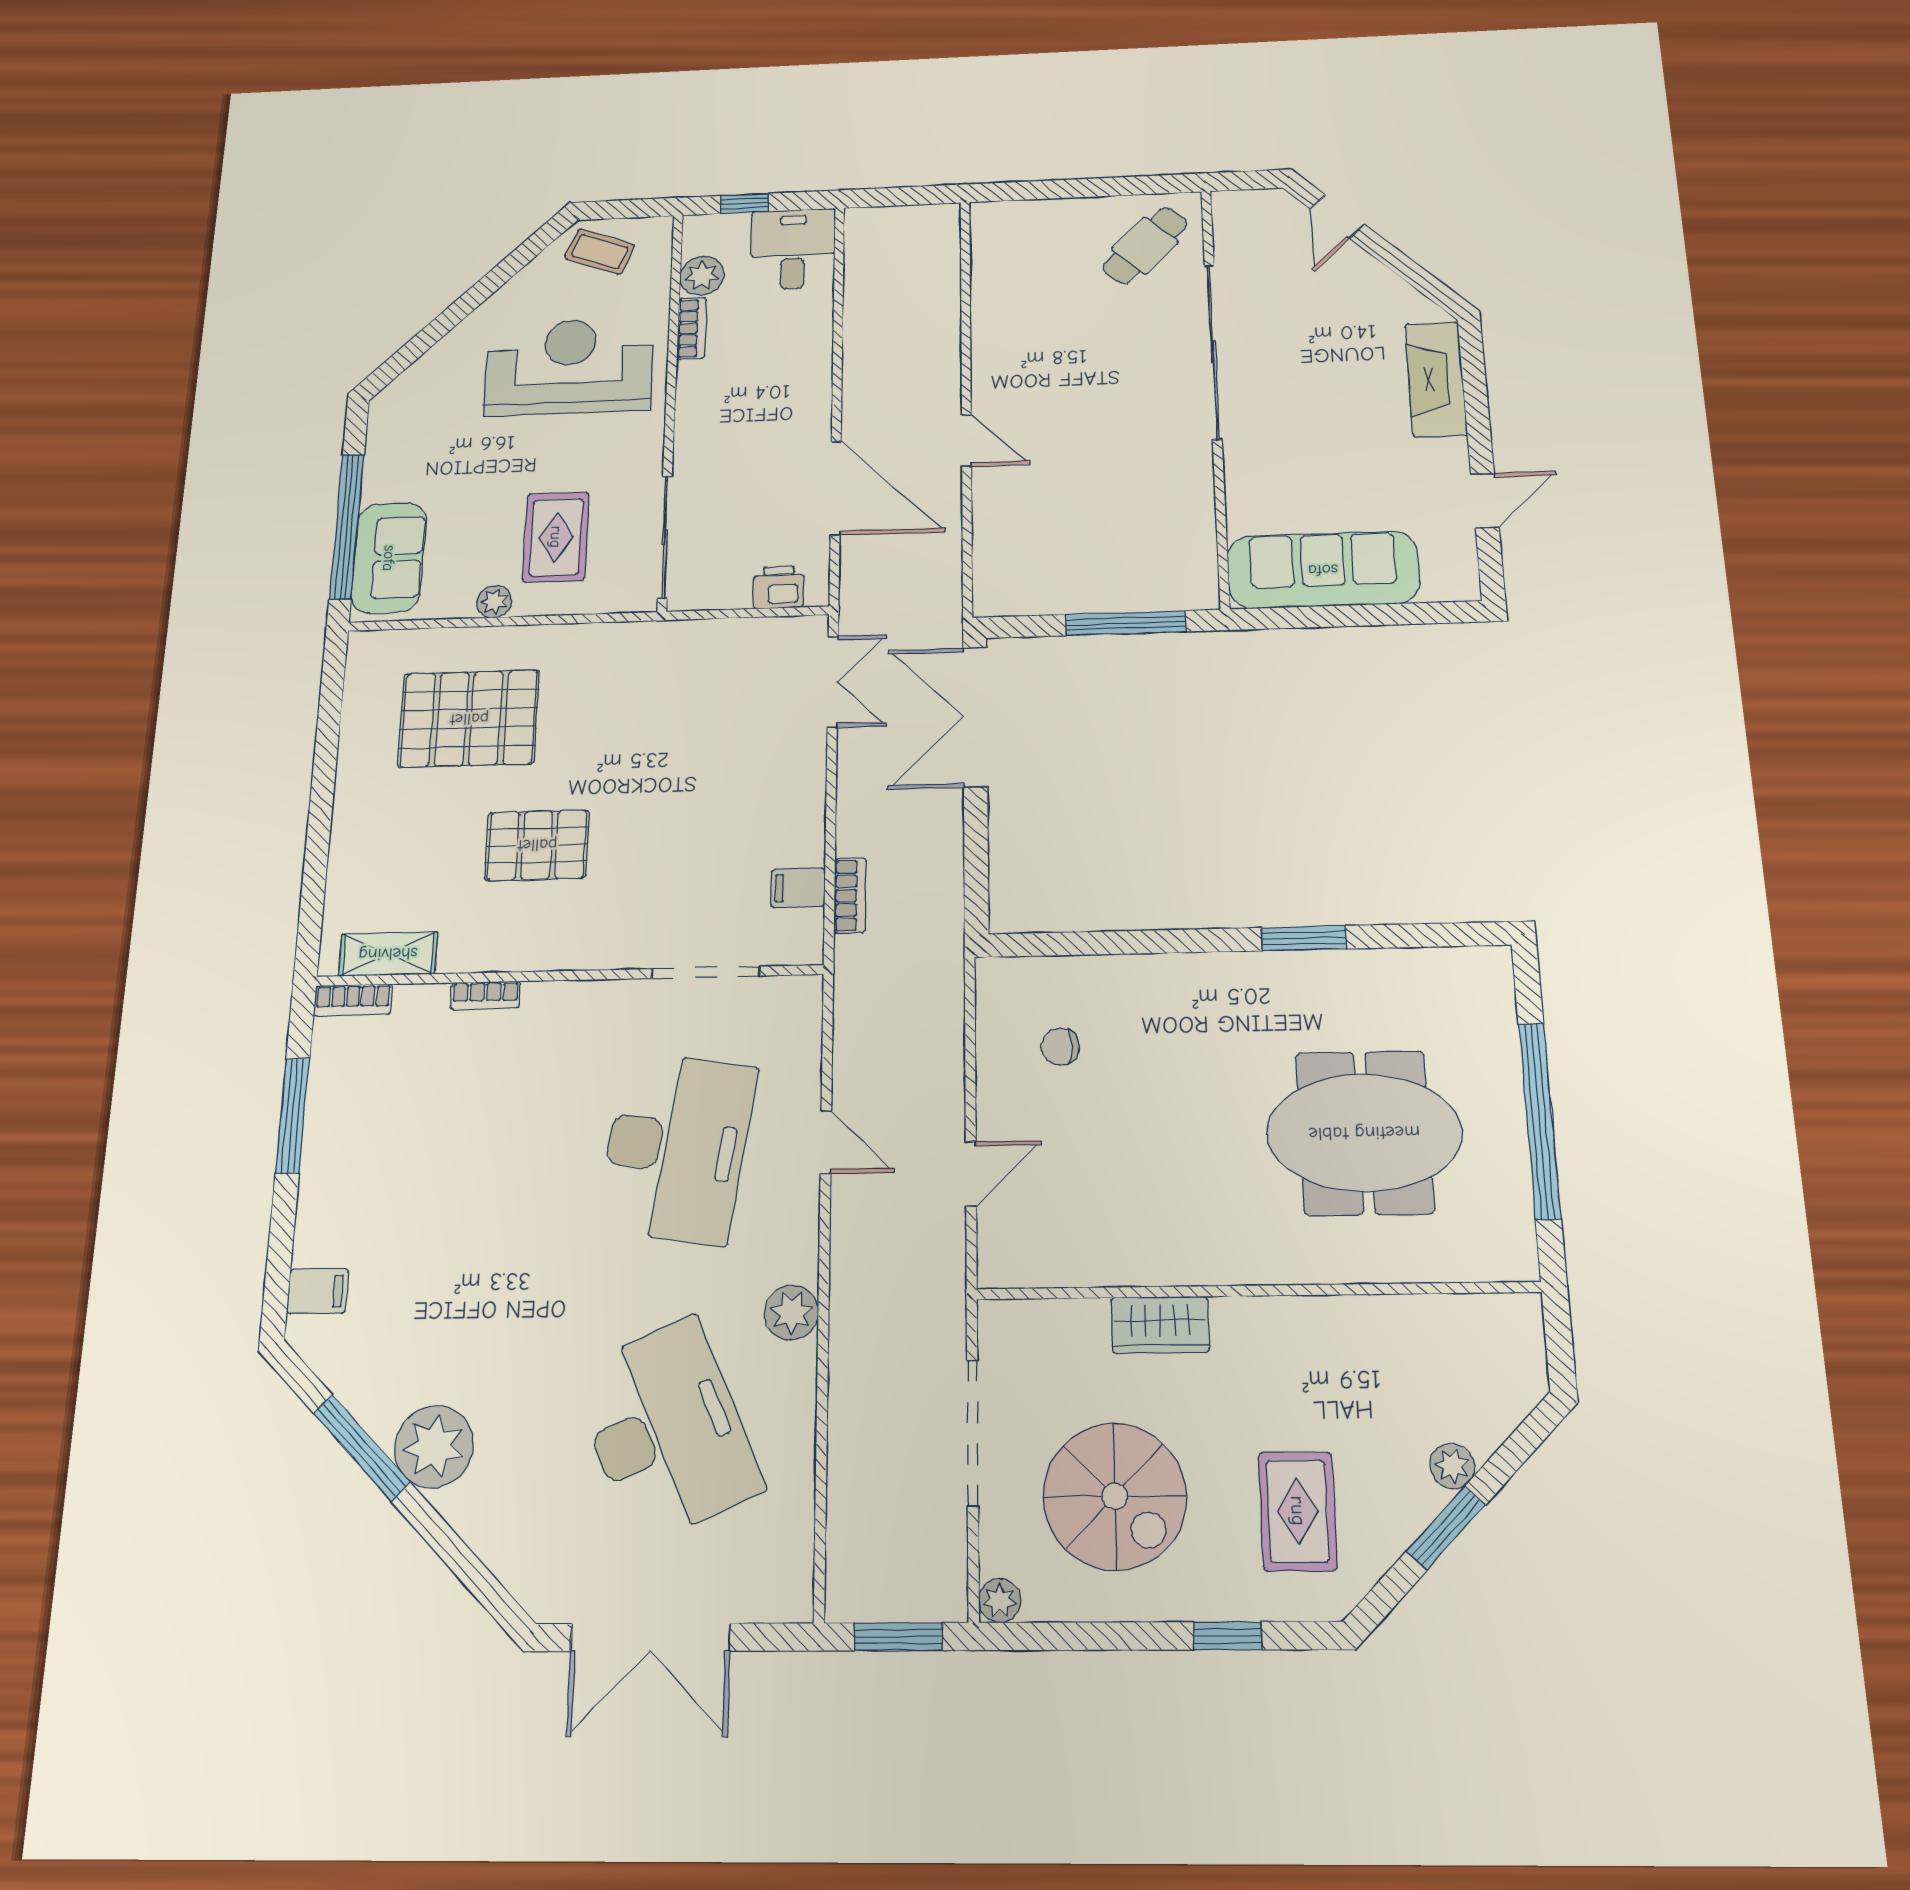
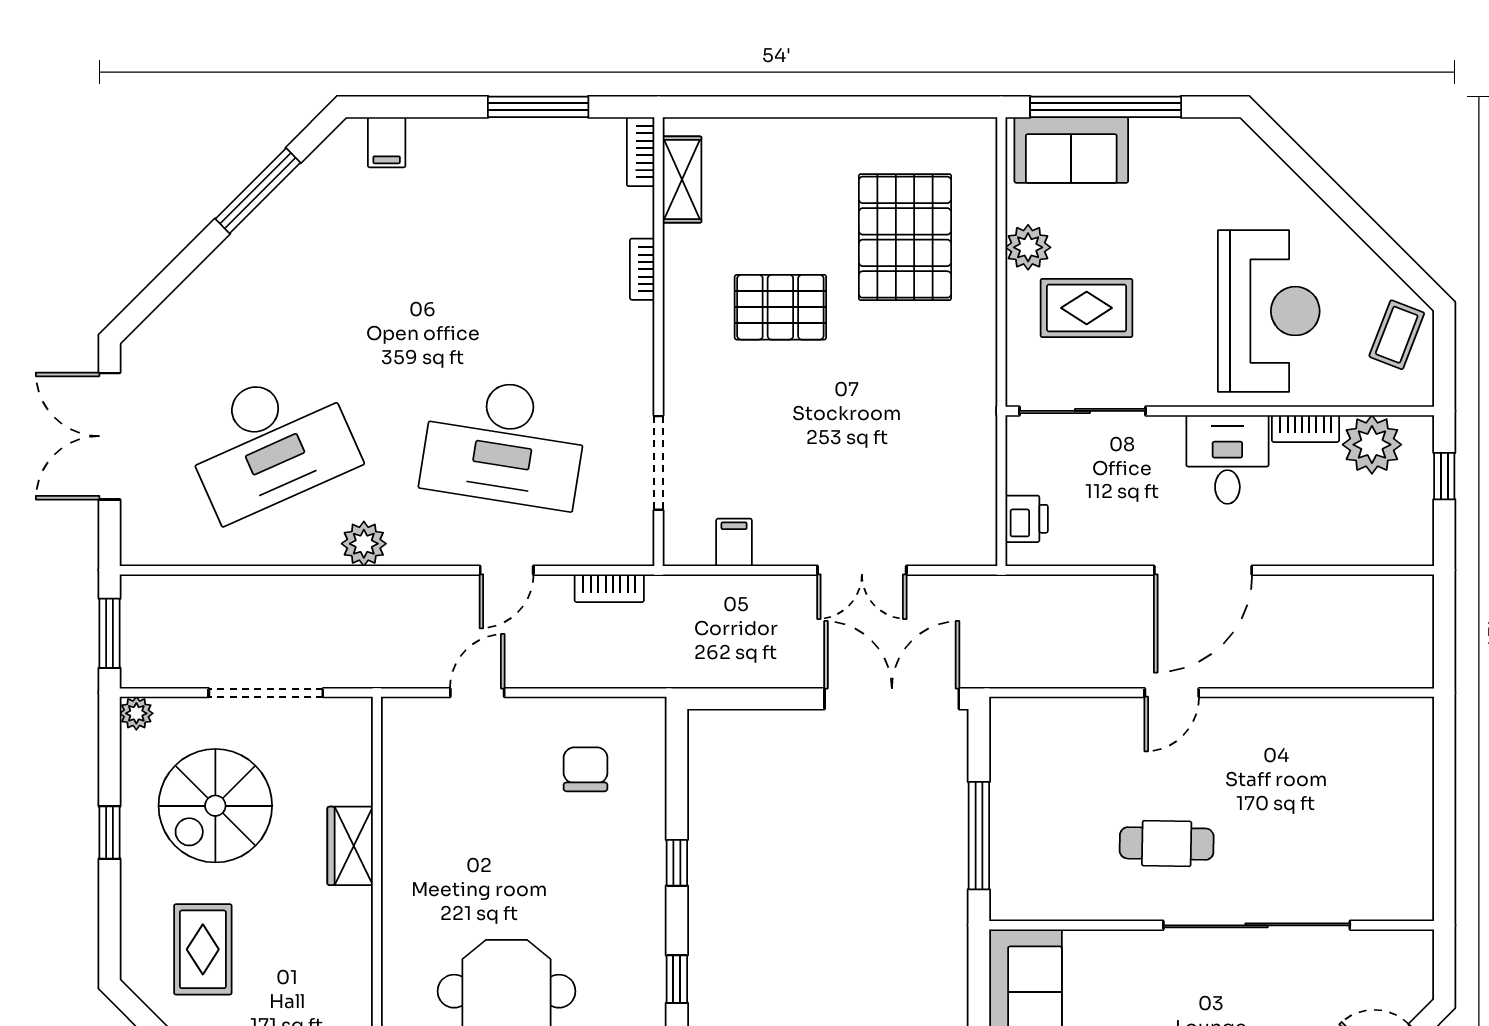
cafe table: (1145, 246) -> (1167, 844), moved, turned -43
desk: (793, 249) -> (1227, 459), moved, turned -90
plant: (702, 276) -> (1372, 445), width x1.36, depth x1.36
door: (836, 488) -> (1203, 570), moved
plant: (494, 602) -> (1028, 247), width x1.38, depth x1.38
double door: (833, 682) -> (862, 570), moved
pallet: (537, 845) -> (780, 307), turned 90
bookcase: (850, 896) -> (609, 588), moved
window: (1304, 938) -> (677, 979), width x0.67
window: (1167, 941) -> (677, 863), added
chair: (1060, 1047) -> (586, 769), width x1.37, depth x1.37
door: (971, 1174) -> (477, 693), swing flipped
plant: (434, 1447) -> (258, 251), removed
rug: (1298, 1511) -> (203, 949), turned 90
window: (1228, 1636) -> (109, 833), moved

